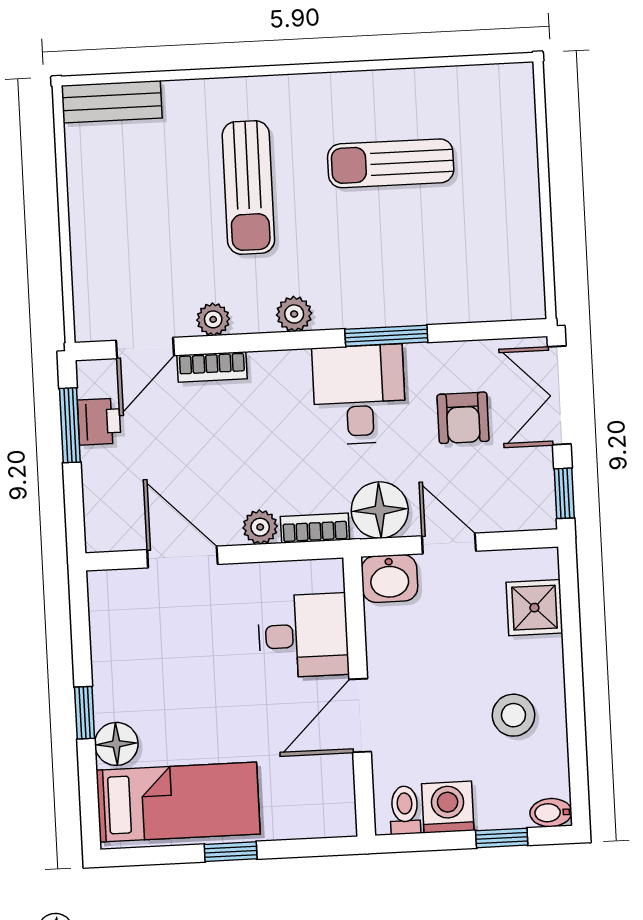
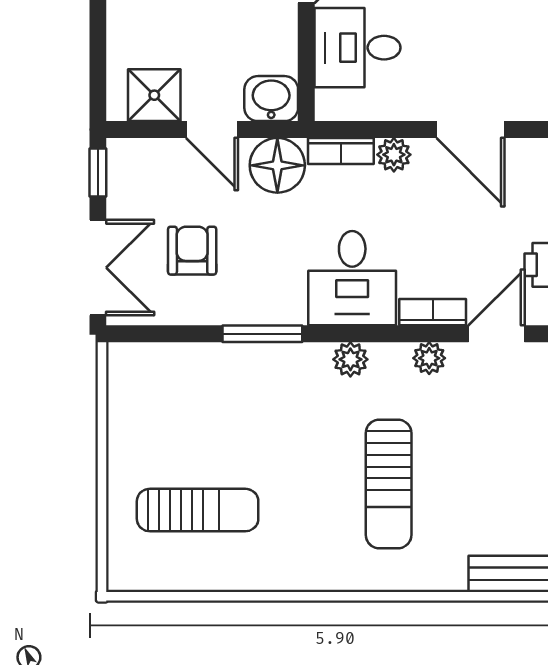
sun lounger: (391, 163) -> (198, 510), moved
sun lounger: (248, 188) -> (389, 484), turned 180
desk: (359, 395) -> (352, 278), moved
shower: (534, 608) -> (154, 95), moved

